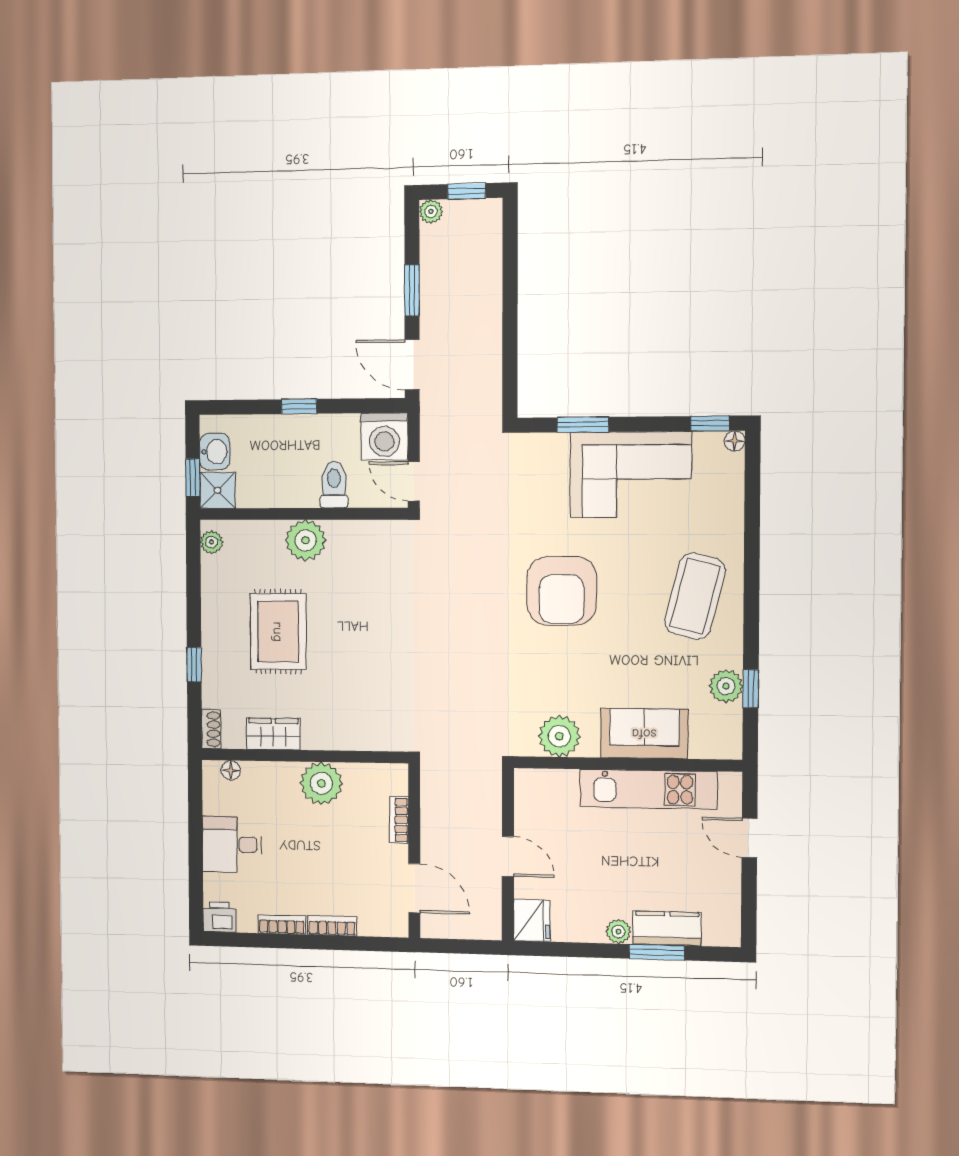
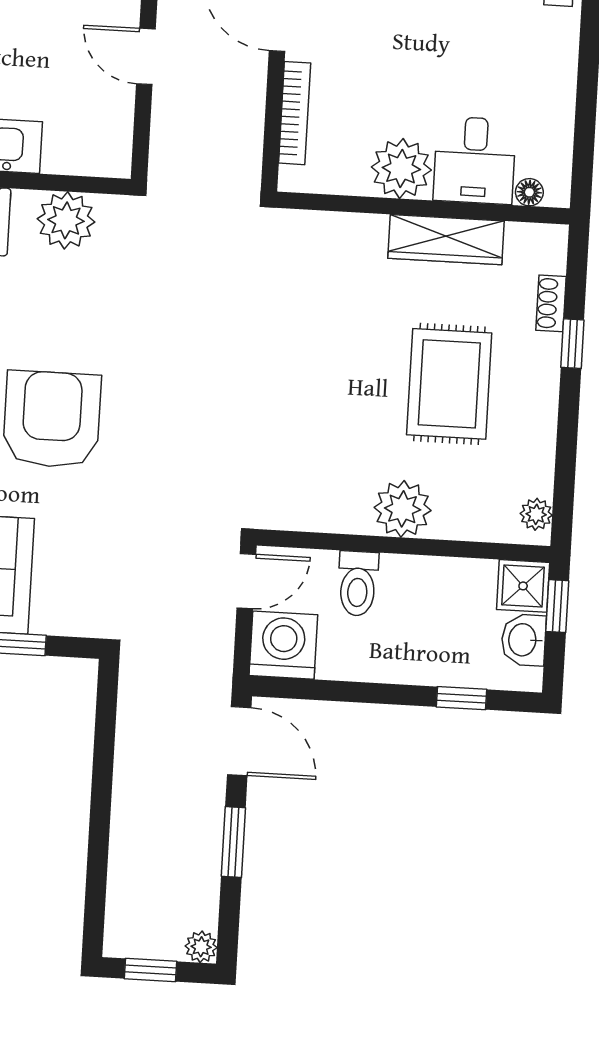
window: (299, 406) -> (461, 698), moved
door: (414, 481) -> (246, 581), hinge flipped
shoe rack: (211, 729) -> (551, 303), moved
wardrobe: (273, 734) -> (446, 240), width x1.50
bookcase: (399, 820) -> (295, 113), width x1.56
desk: (232, 845) -> (475, 160), moved, turned 90

